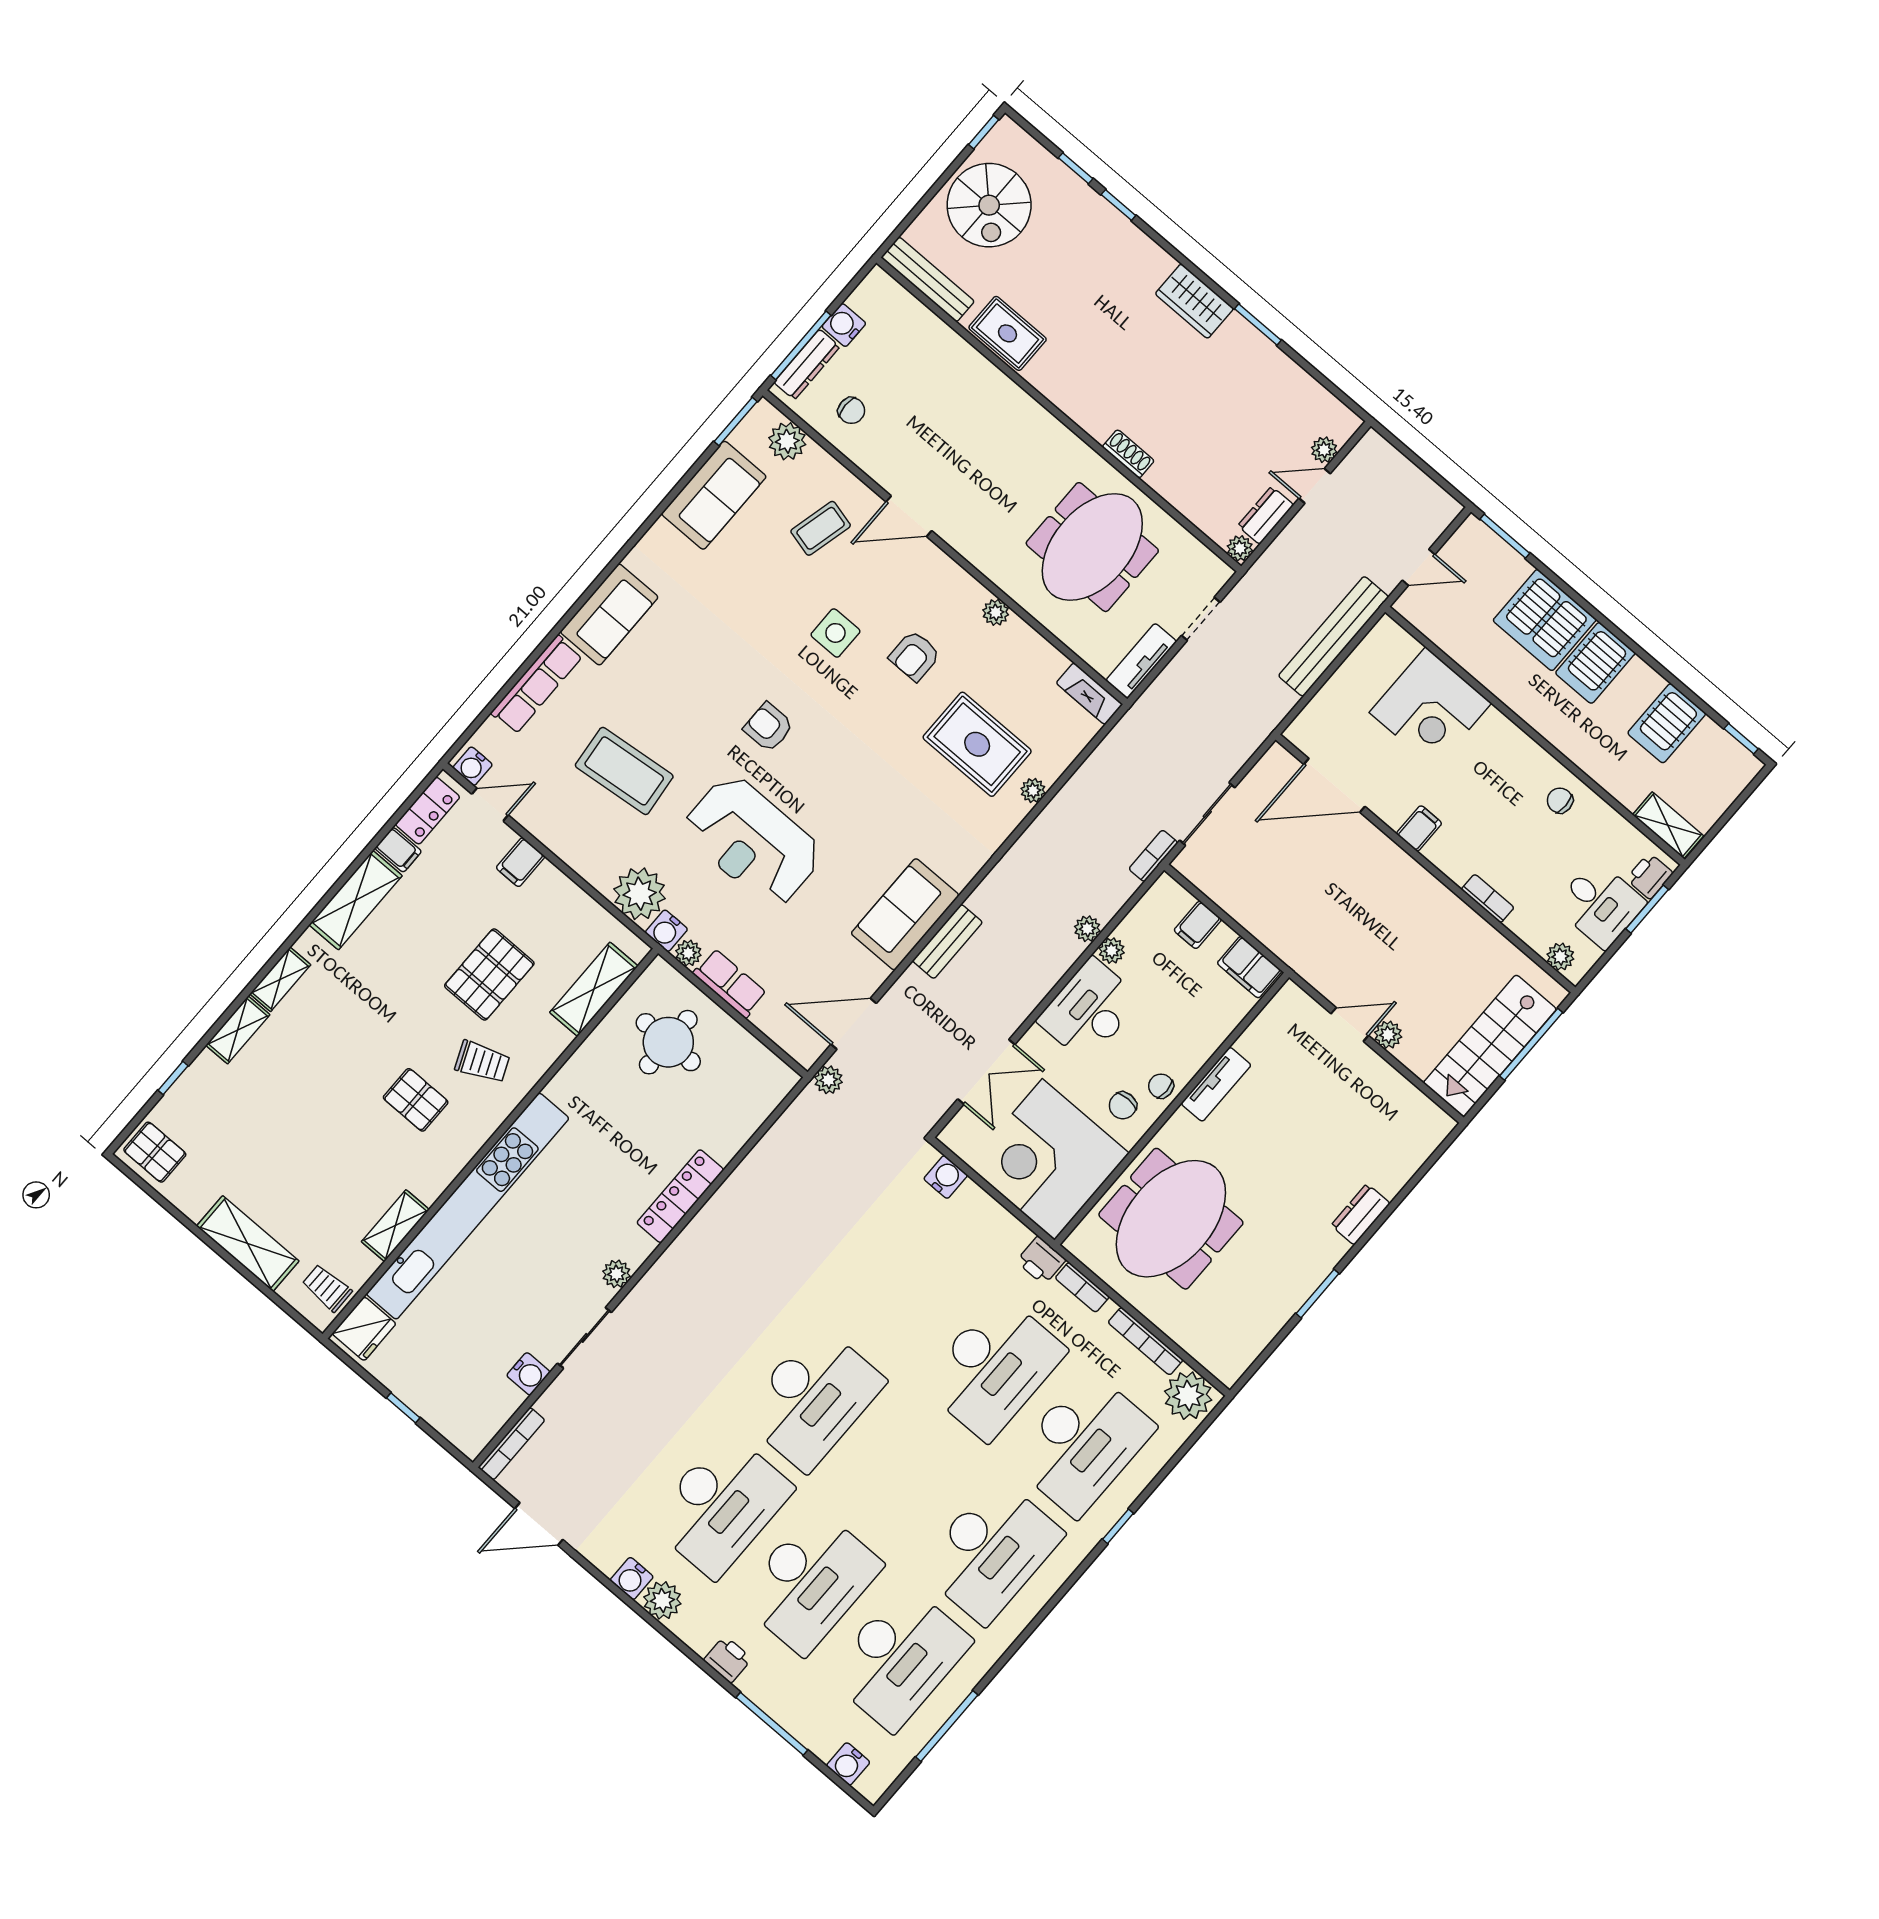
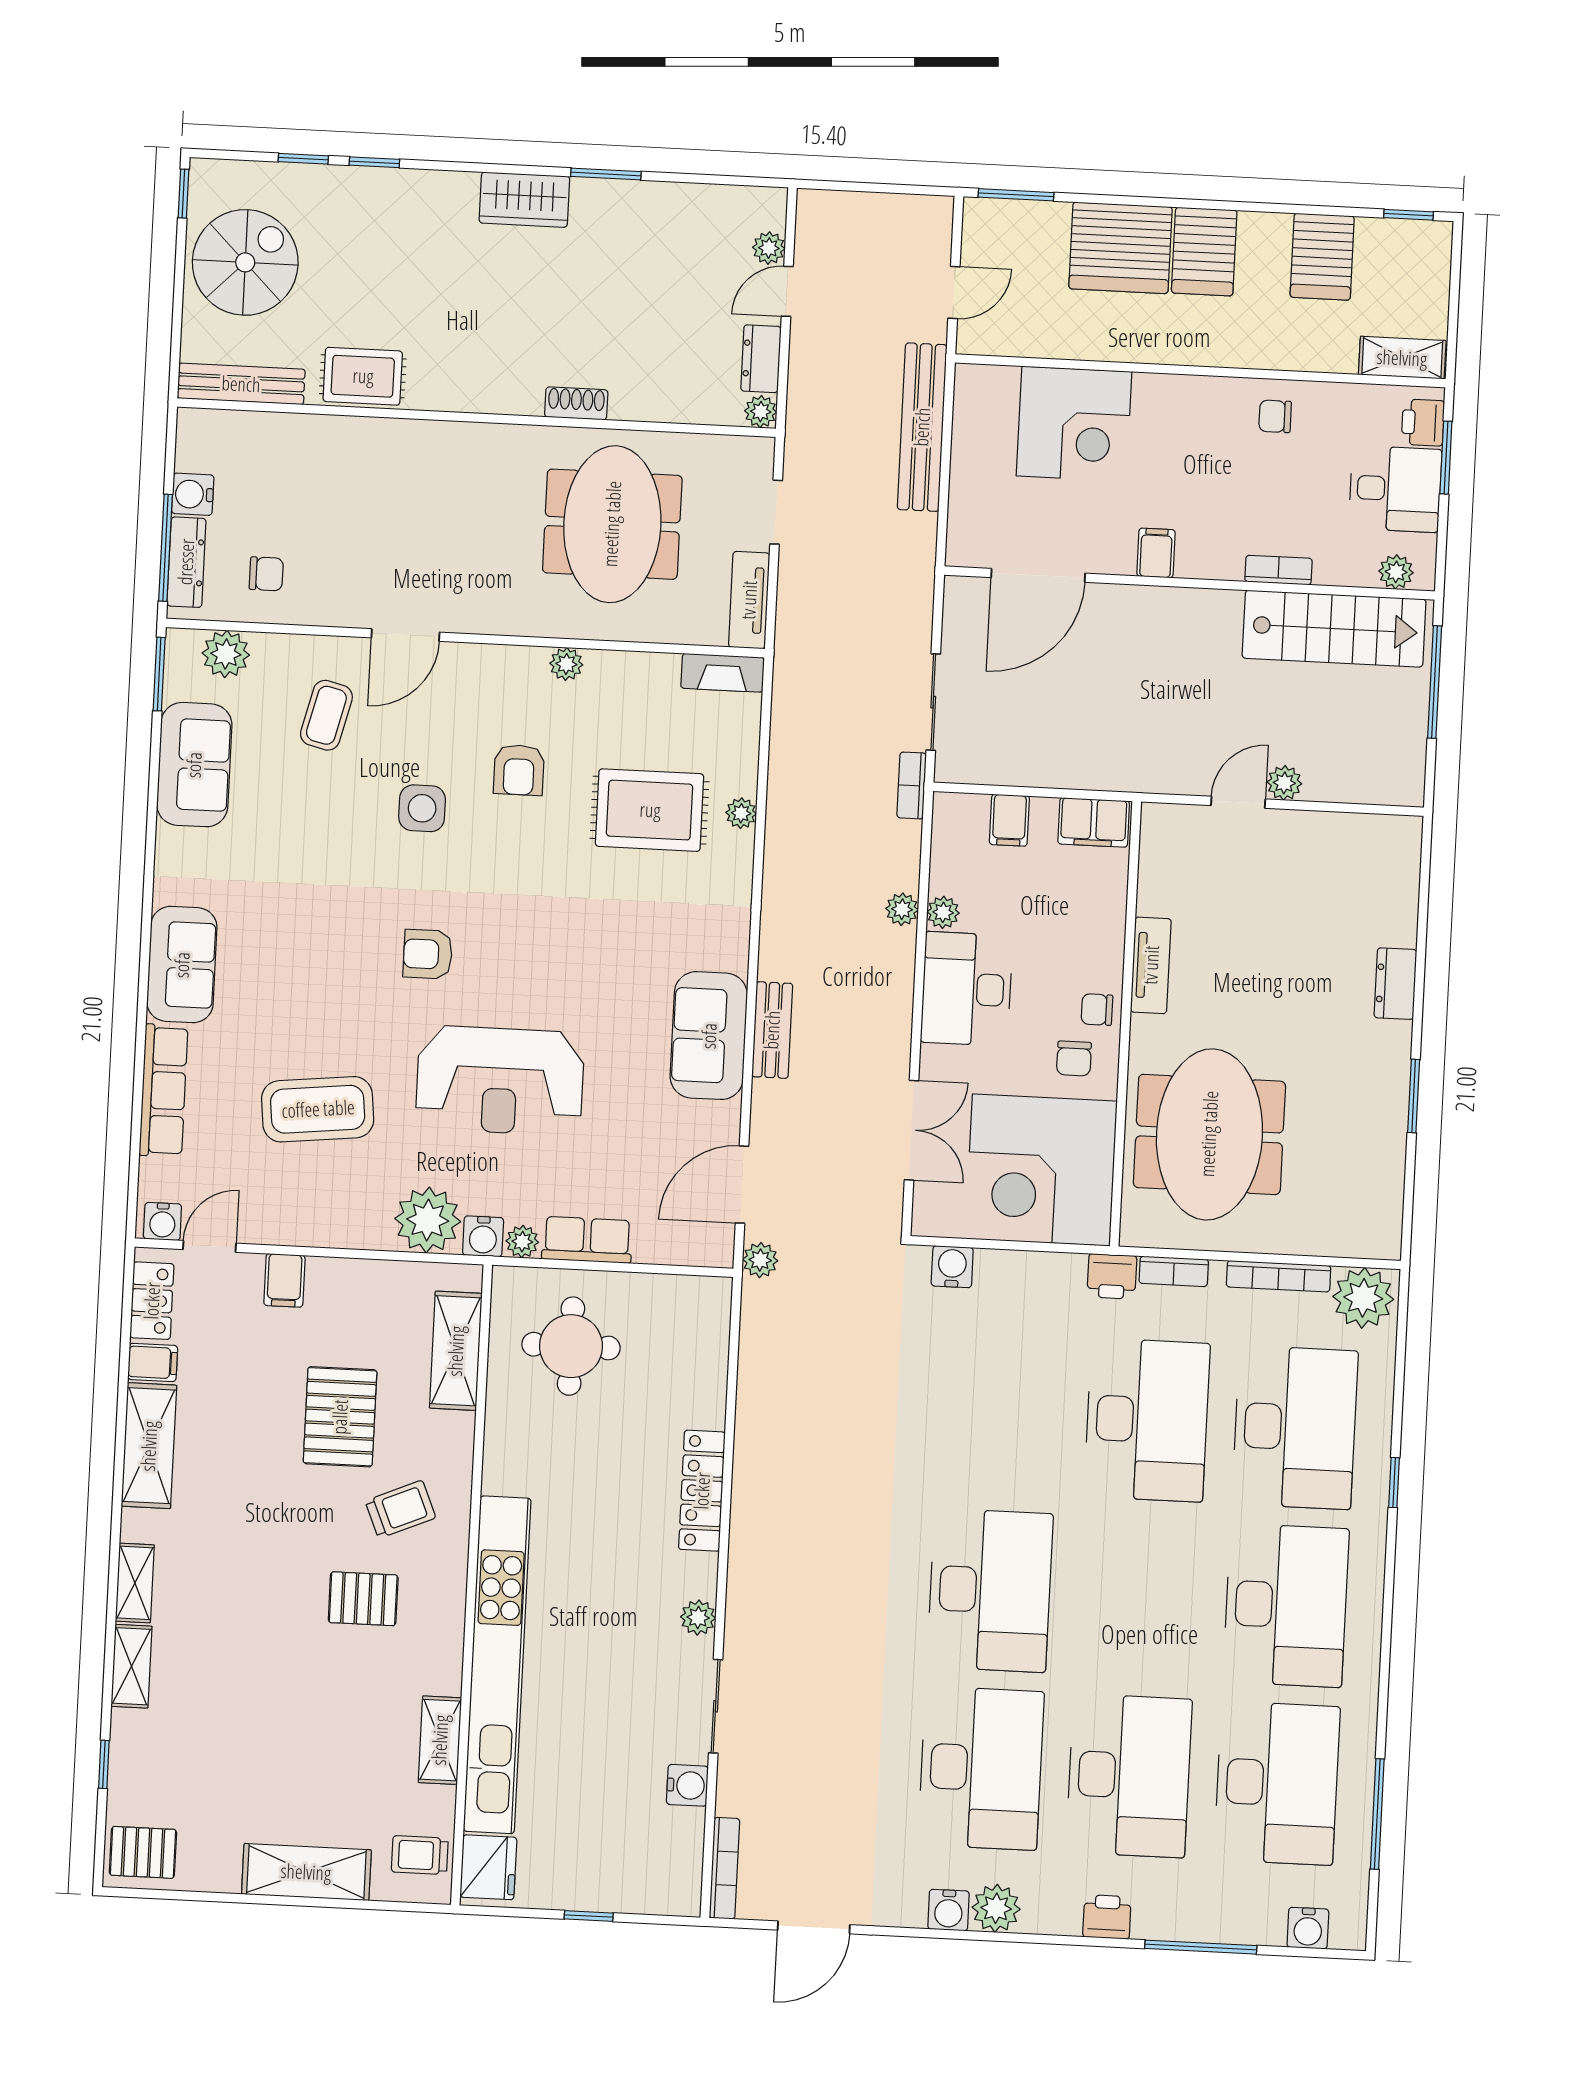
spiral stairs: (989, 205) -> (245, 262), turned -90
stairs: (1490, 1046) -> (1334, 629), moved, turned -90

